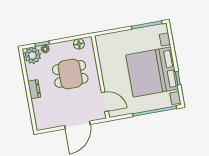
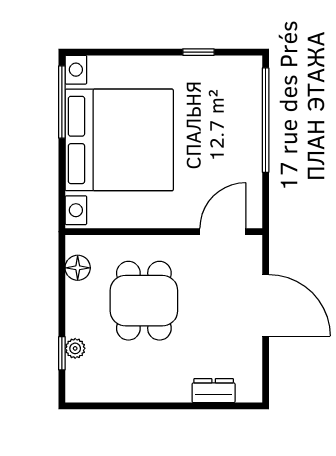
plant: (32, 55) -> (85, 381), removed
bed with nightstands: (152, 72) -> (119, 140), moved, turned -90
dresser: (34, 89) -> (214, 391), moved

